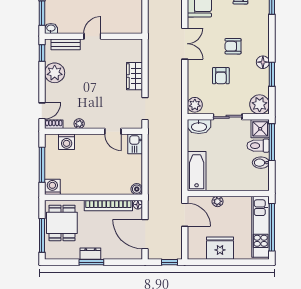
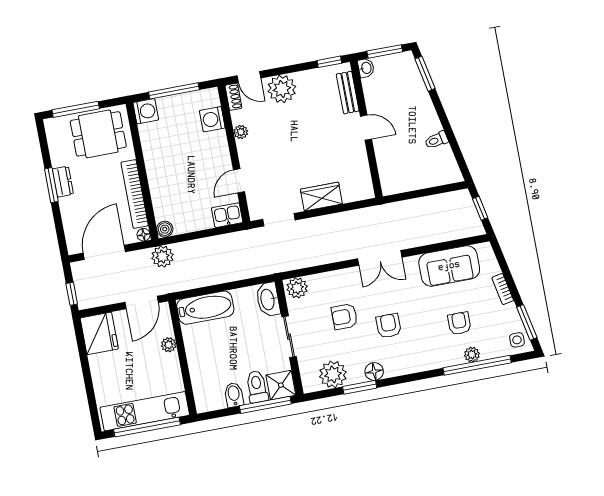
plant: (55, 73) -> (282, 89), moved
plant: (260, 104) -> (333, 374), moved
plant: (155, 194) -> (162, 256), added
fridge: (220, 248) -> (99, 333), moved

